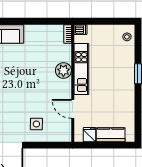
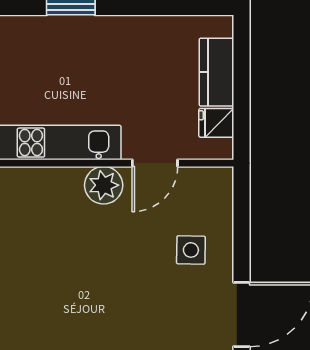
plant: (63, 70) -> (104, 185), moved

